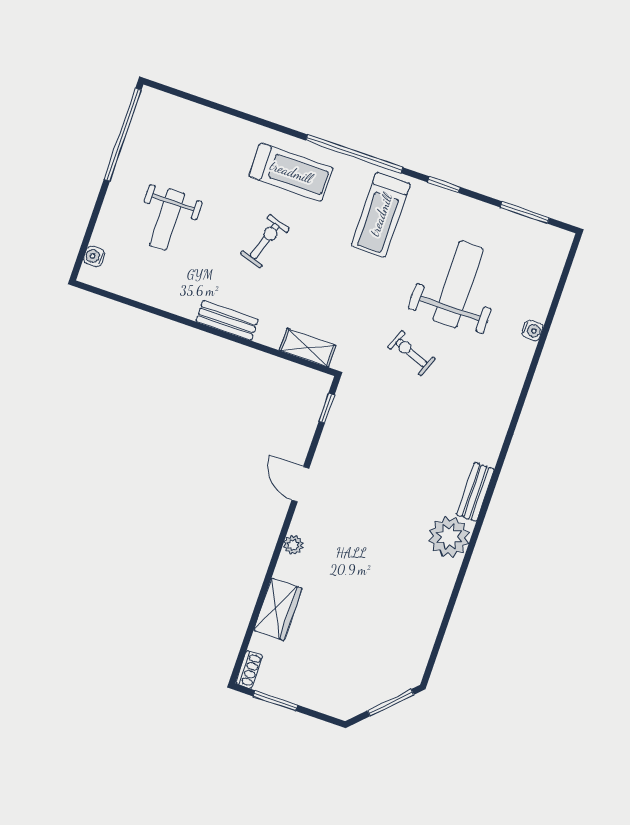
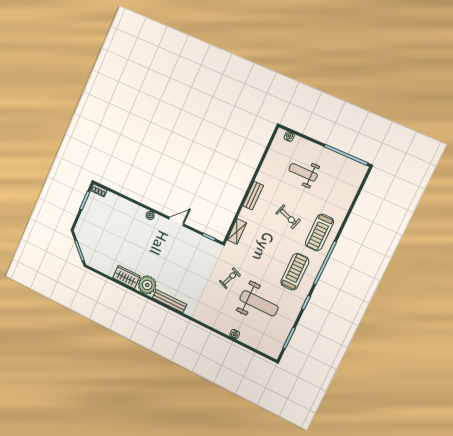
treadmill: (381, 215) -> (295, 272), turned 90
bench: (475, 492) -> (170, 301), width x1.36
wardrobe: (278, 609) -> (126, 277), moved, turned 180

